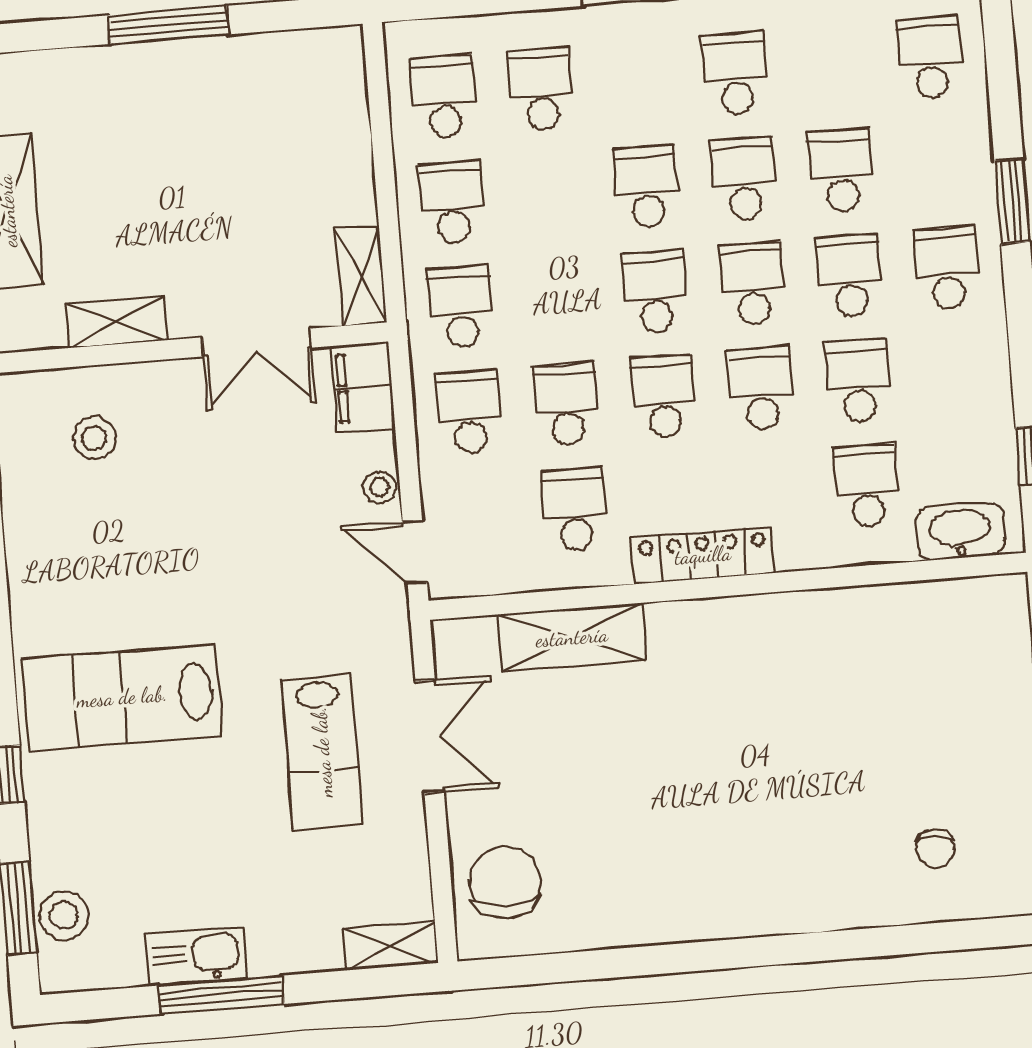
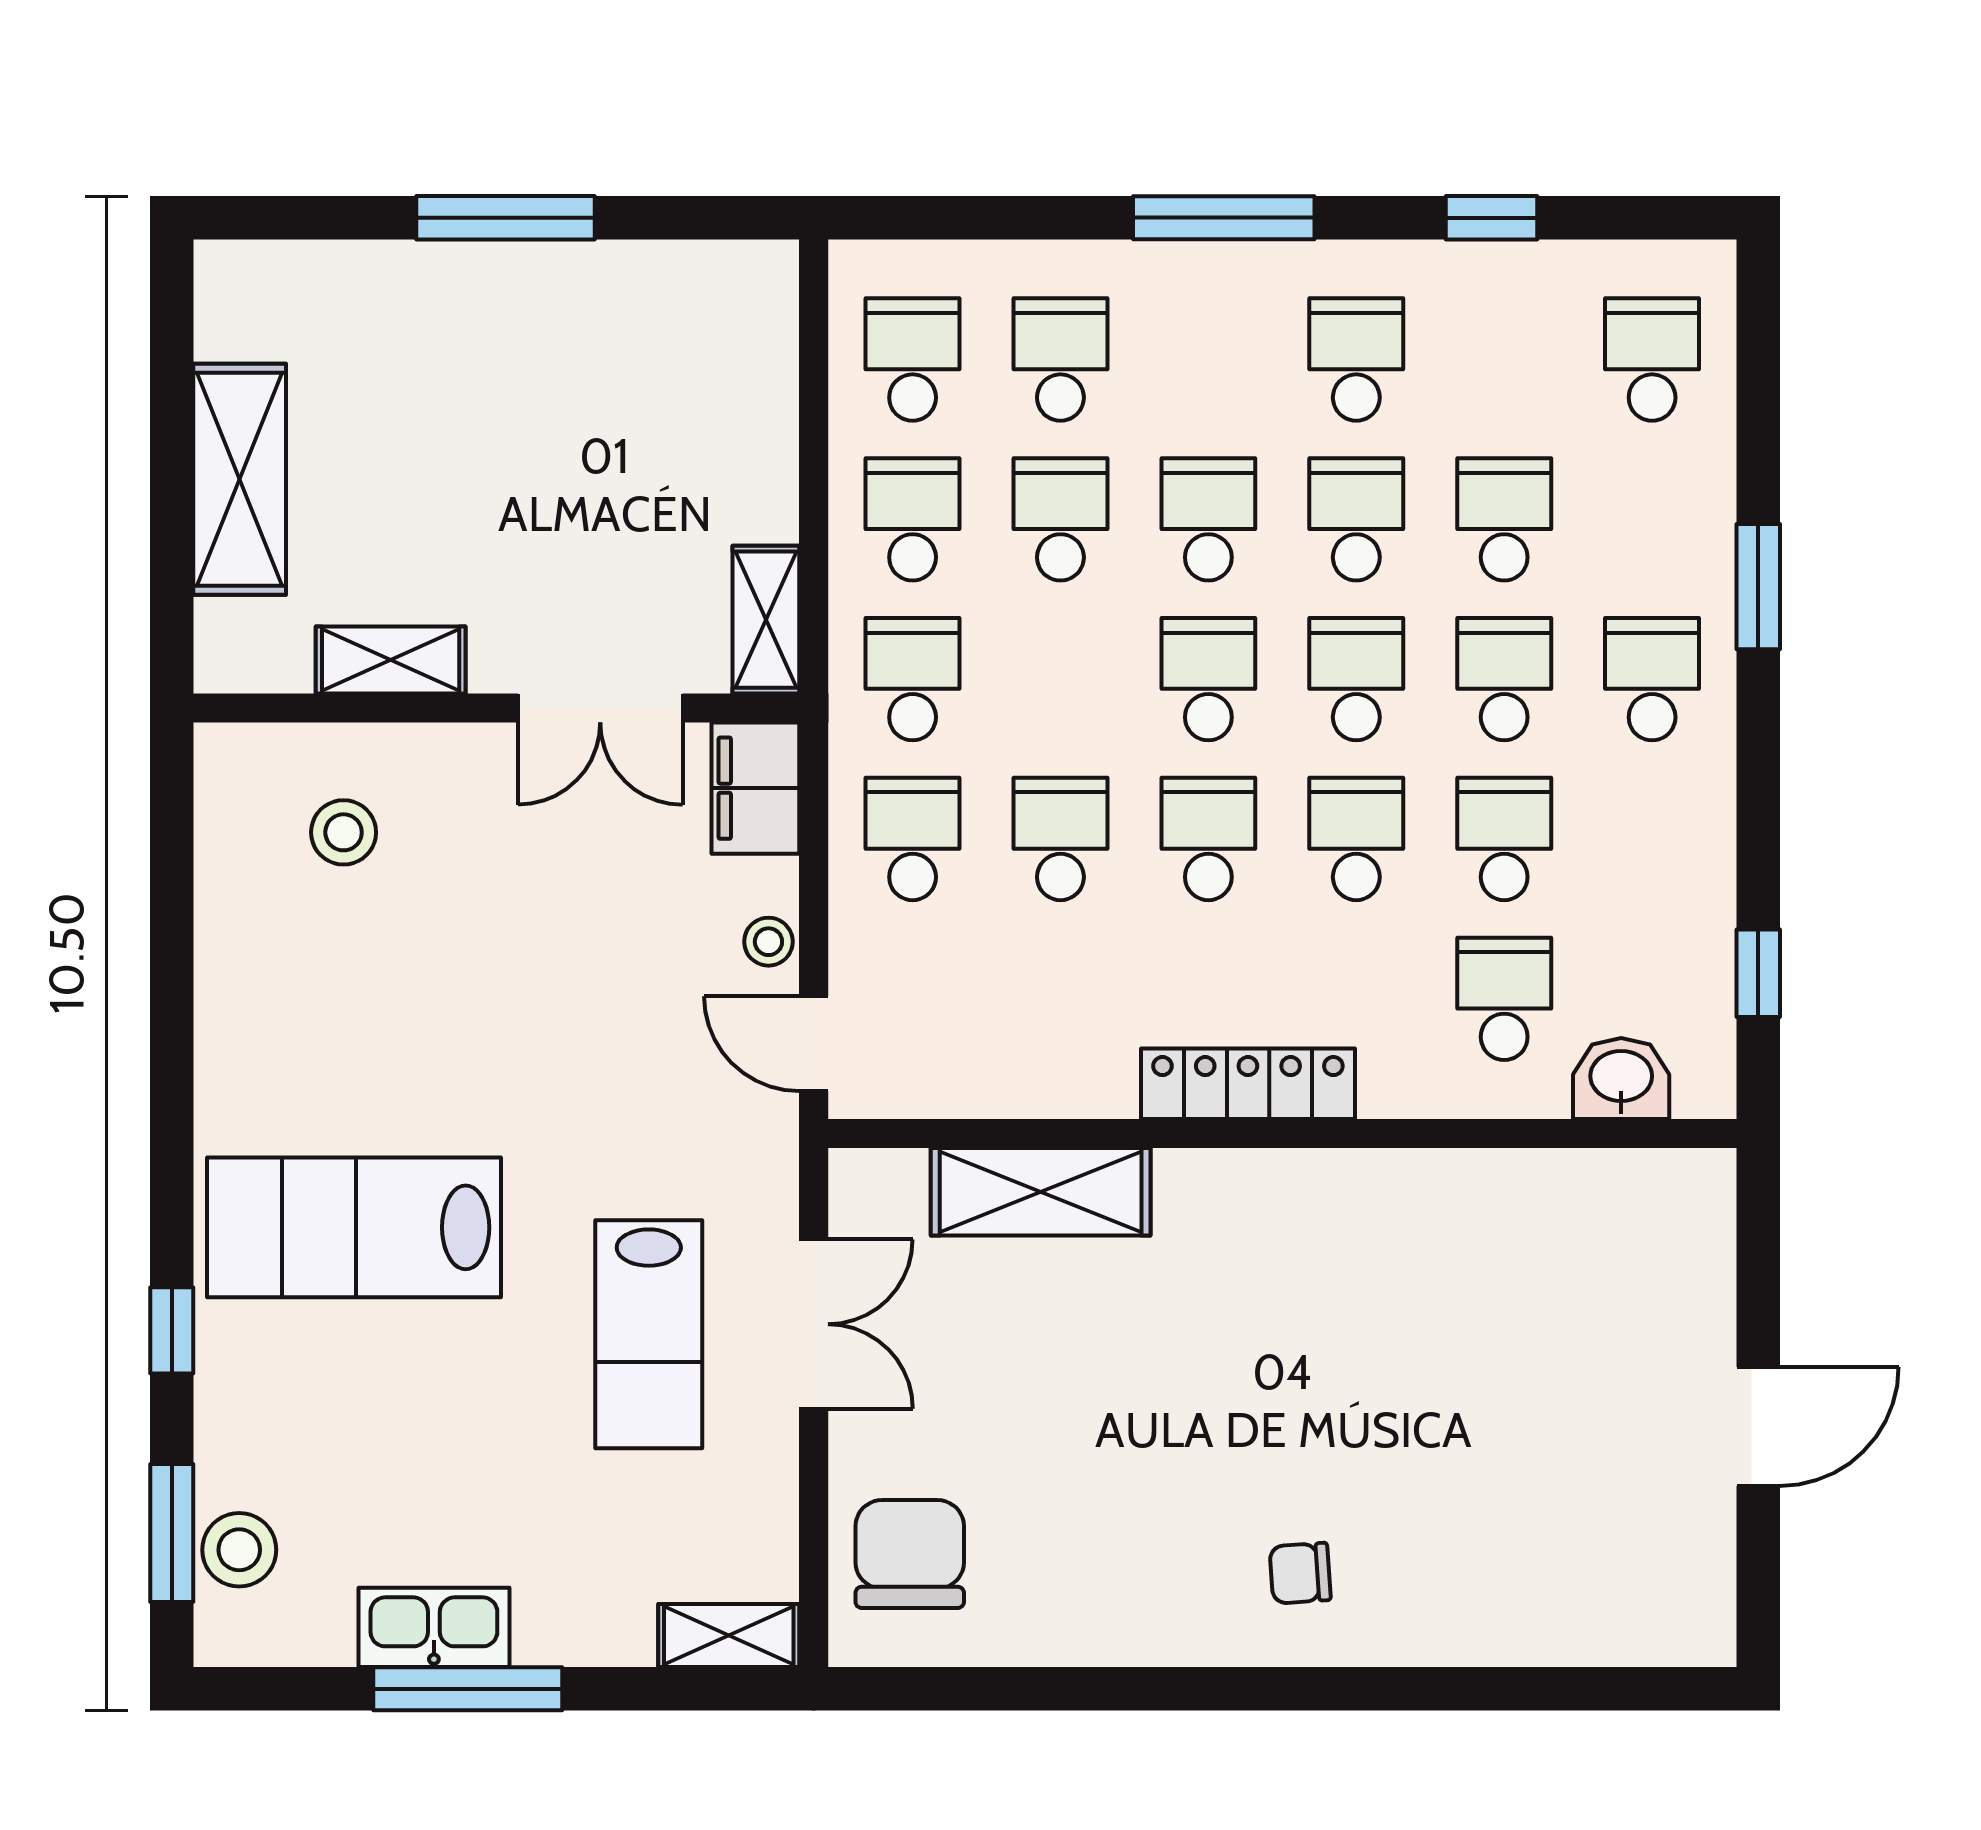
school desk: (575, 509) -> (1060, 519), moved
washbasin: (960, 531) -> (1621, 1078), width x0.72
chair: (935, 849) -> (1300, 1573), moved, turned 86

